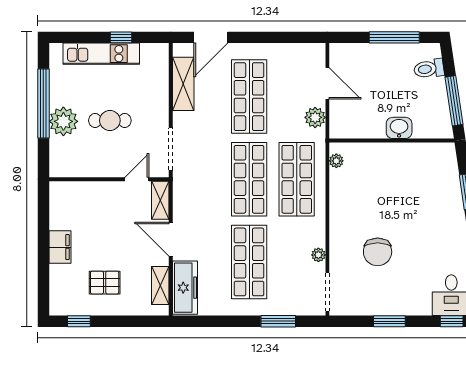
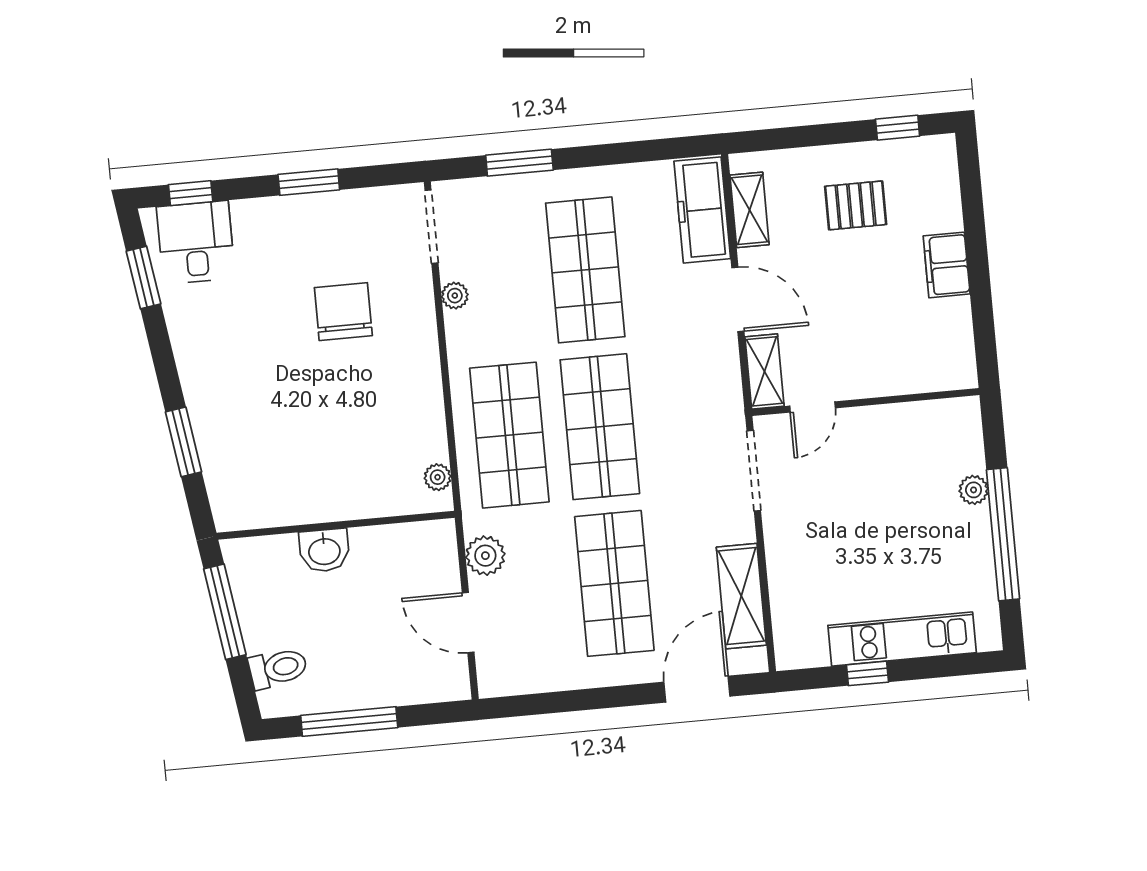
cafe table: (110, 120) -> (874, 514), removed
plant: (63, 121) -> (974, 490), width x0.53, depth x0.53

